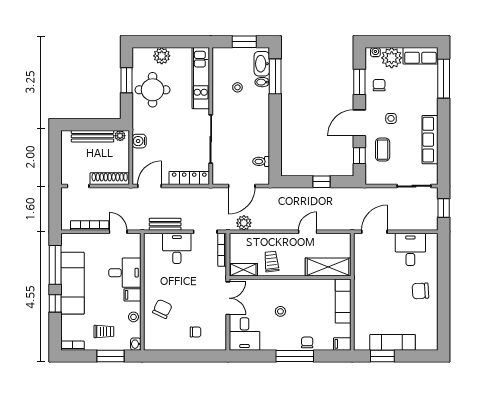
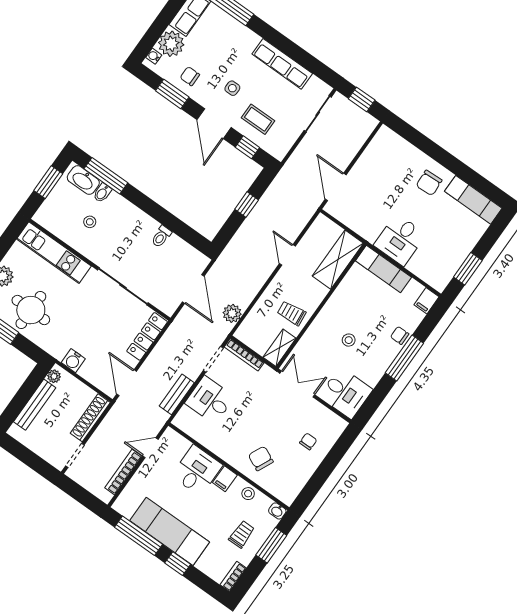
toilet: (261, 161) -> (161, 237), moved
desk: (410, 249) -> (400, 240), moved, turned -90
exam couch: (392, 342) -> (473, 200), moved, turned -90

